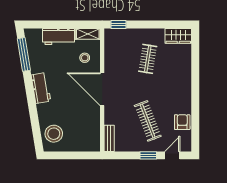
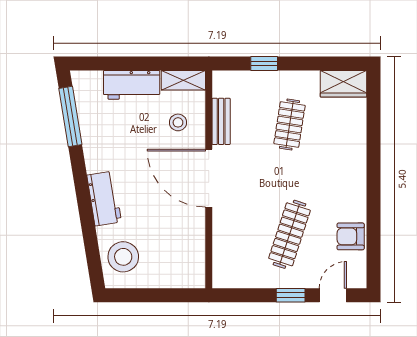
window: (118, 24) -> (264, 64), moved
workbench: (41, 88) -> (104, 198), moved
clothes rail: (148, 121) -> (289, 234), turned 39
armchair: (182, 122) -> (351, 236), turned -90
bench: (109, 138) -> (221, 121), moved

